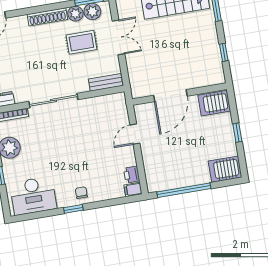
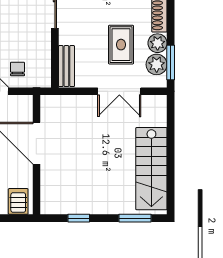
server rack: (214, 103) -> (18, 201), width x0.73, depth x0.70
chair: (114, 121) -> (18, 69), added

